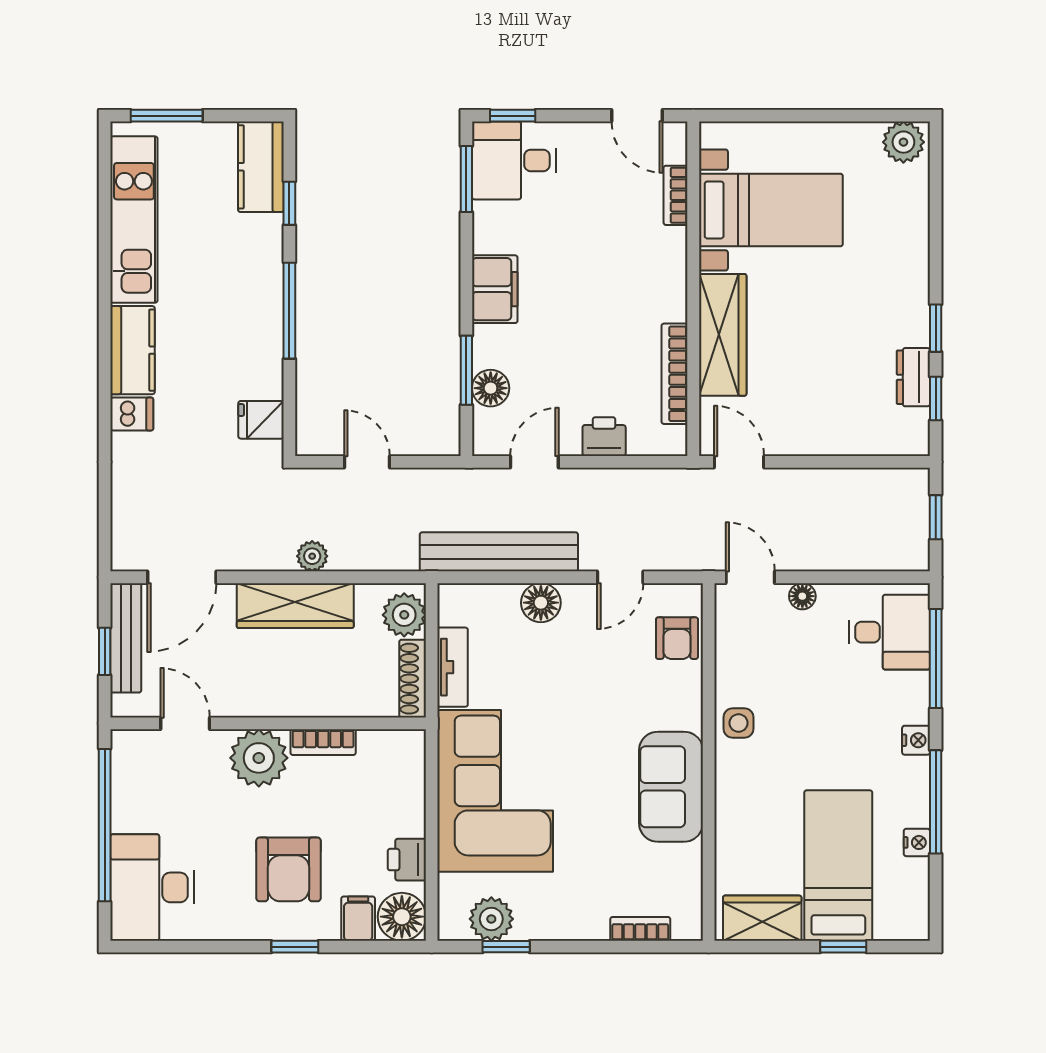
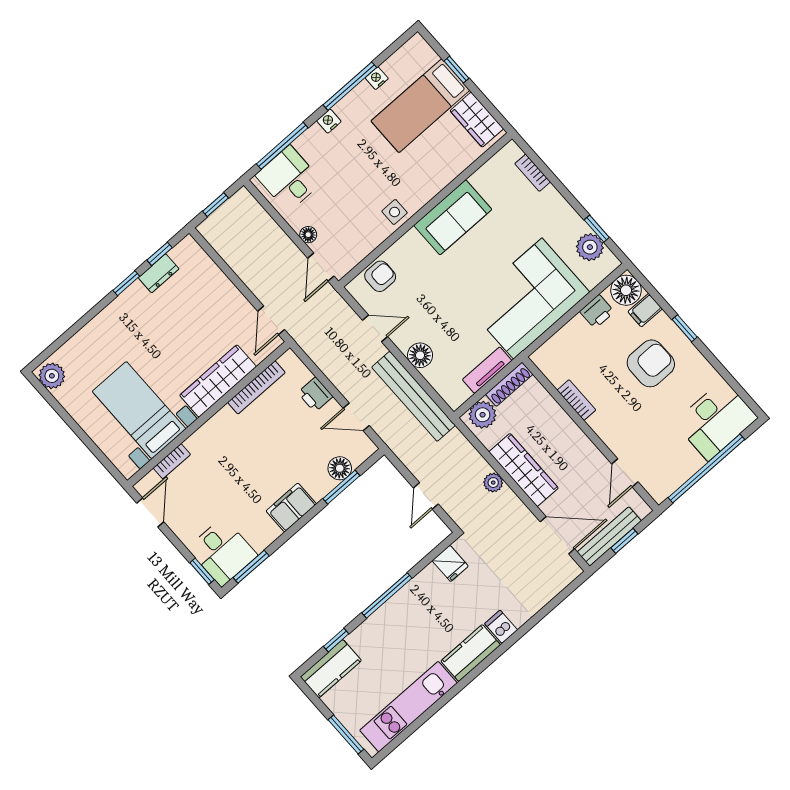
plant: (259, 758) -> (611, 424), removed

